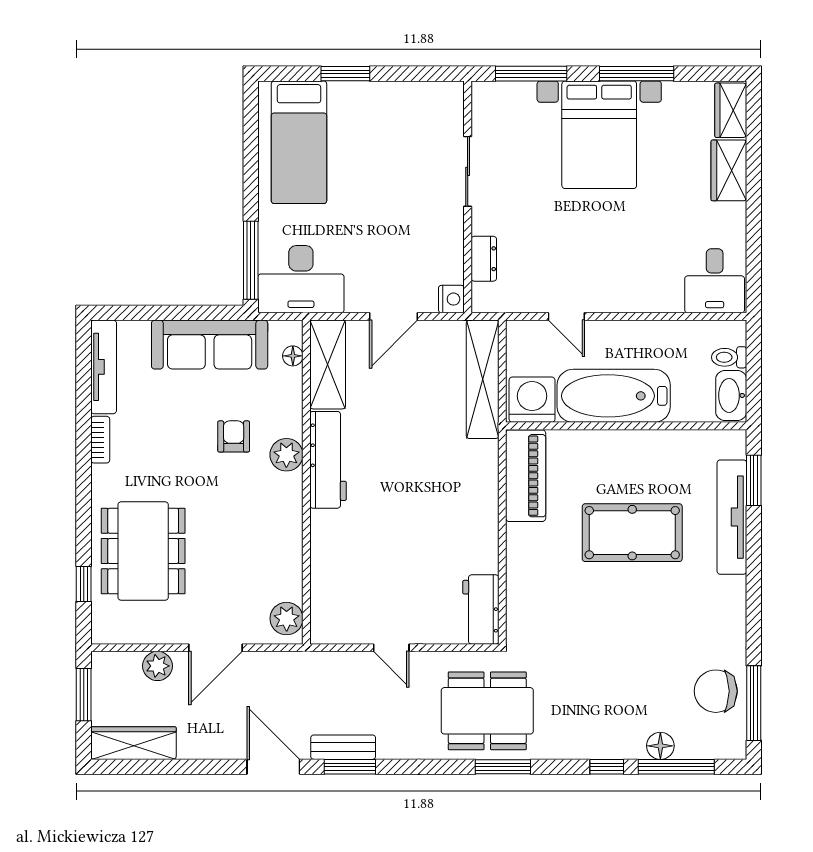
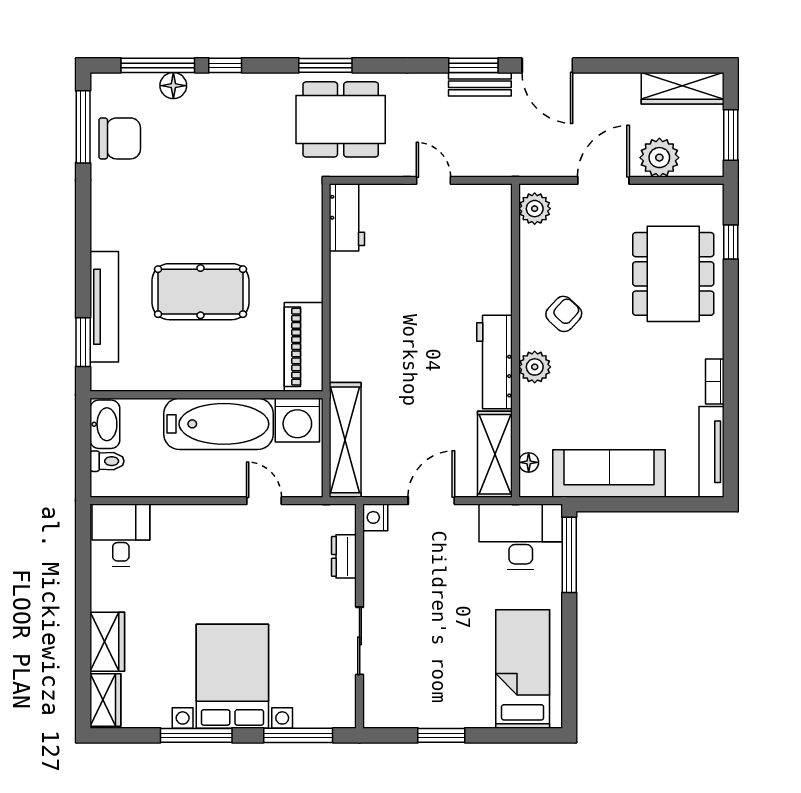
window: (345, 74) -> (441, 735), moved
armchair: (234, 436) -> (564, 314), moved, turned -137
plant: (157, 666) -> (659, 158), width x1.36, depth x1.36

